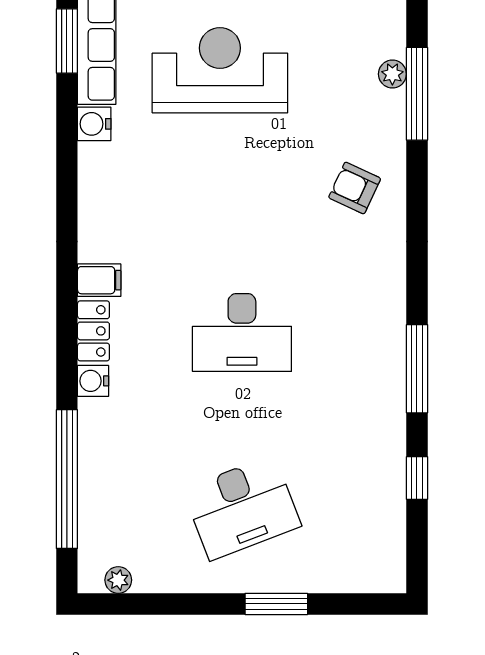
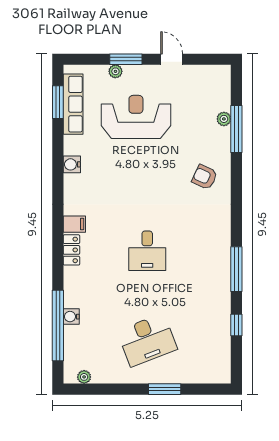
water cooler: (94, 124) -> (72, 164), moved
desk: (242, 332) -> (147, 251), width x0.73
water cooler: (93, 381) -> (71, 317), moved

